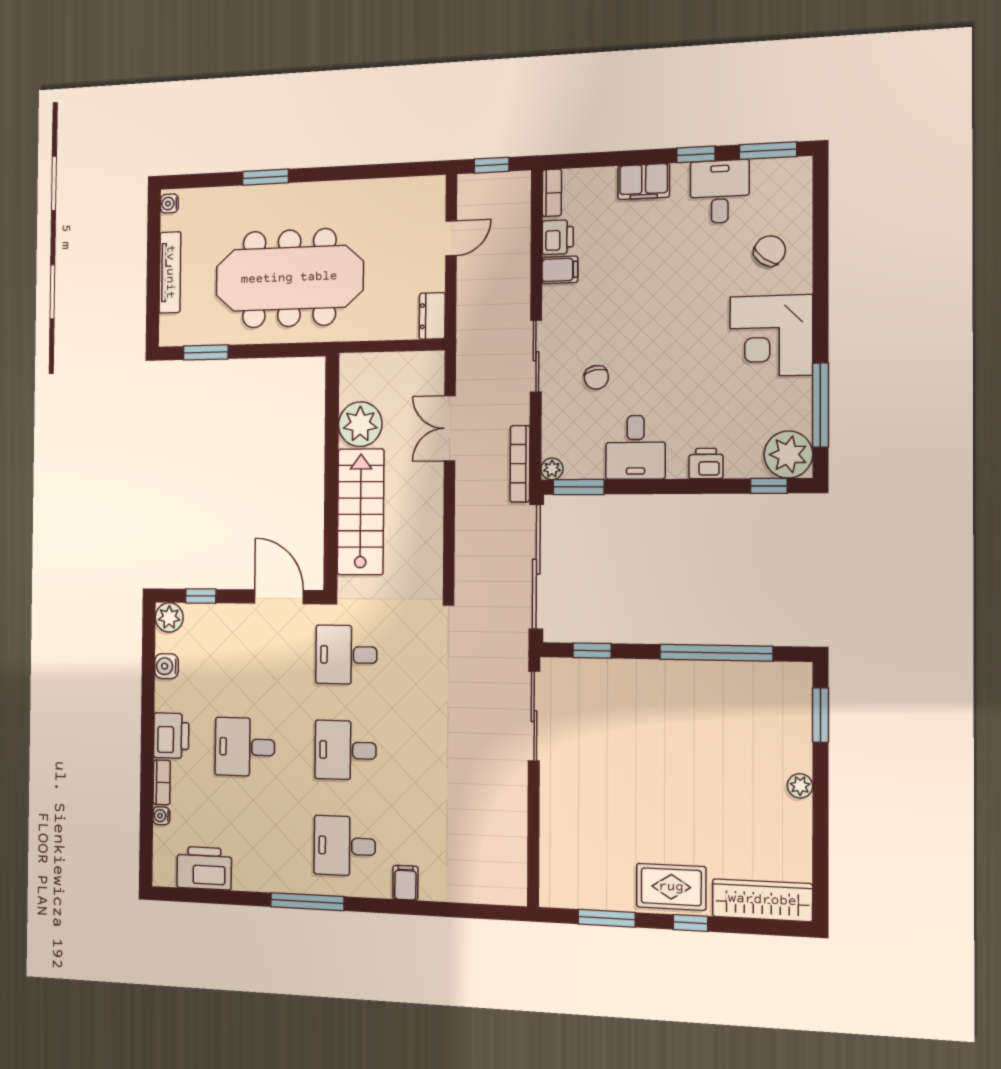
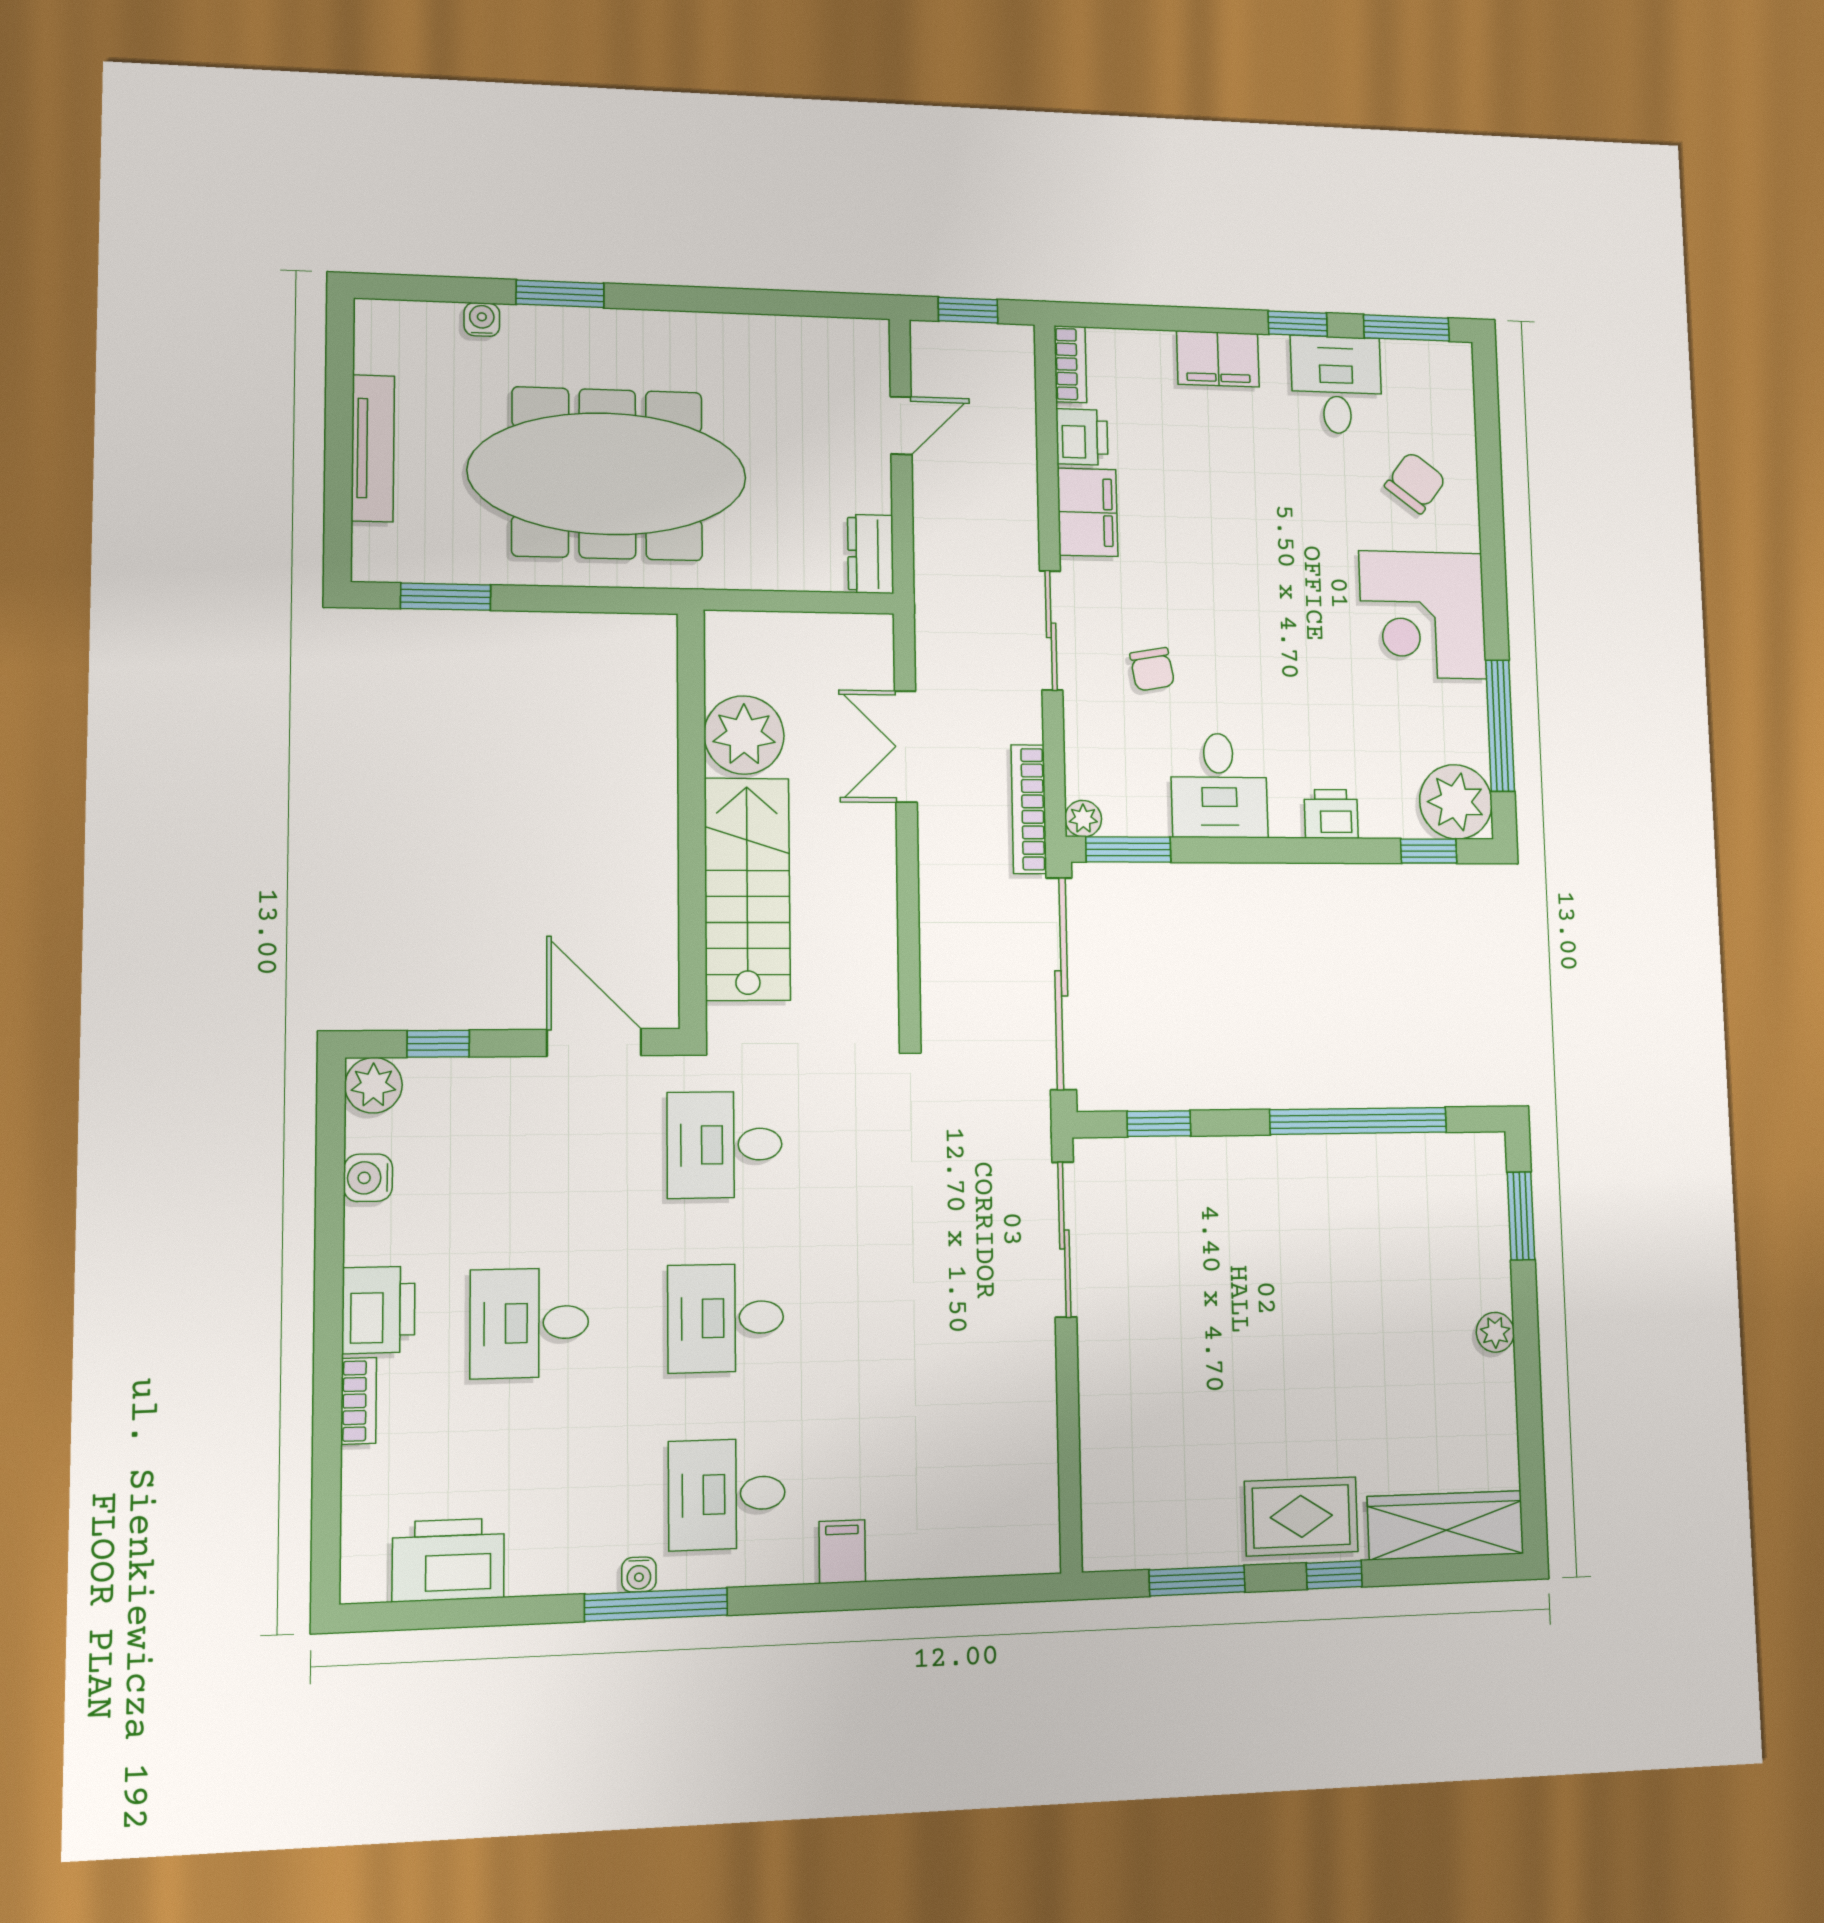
water cooler: (169, 204) -> (482, 319), moved, turned 90
filing cabinet: (560, 270) -> (1087, 512), width x2.00
water cooler: (161, 816) -> (639, 1574), moved, turned -90

